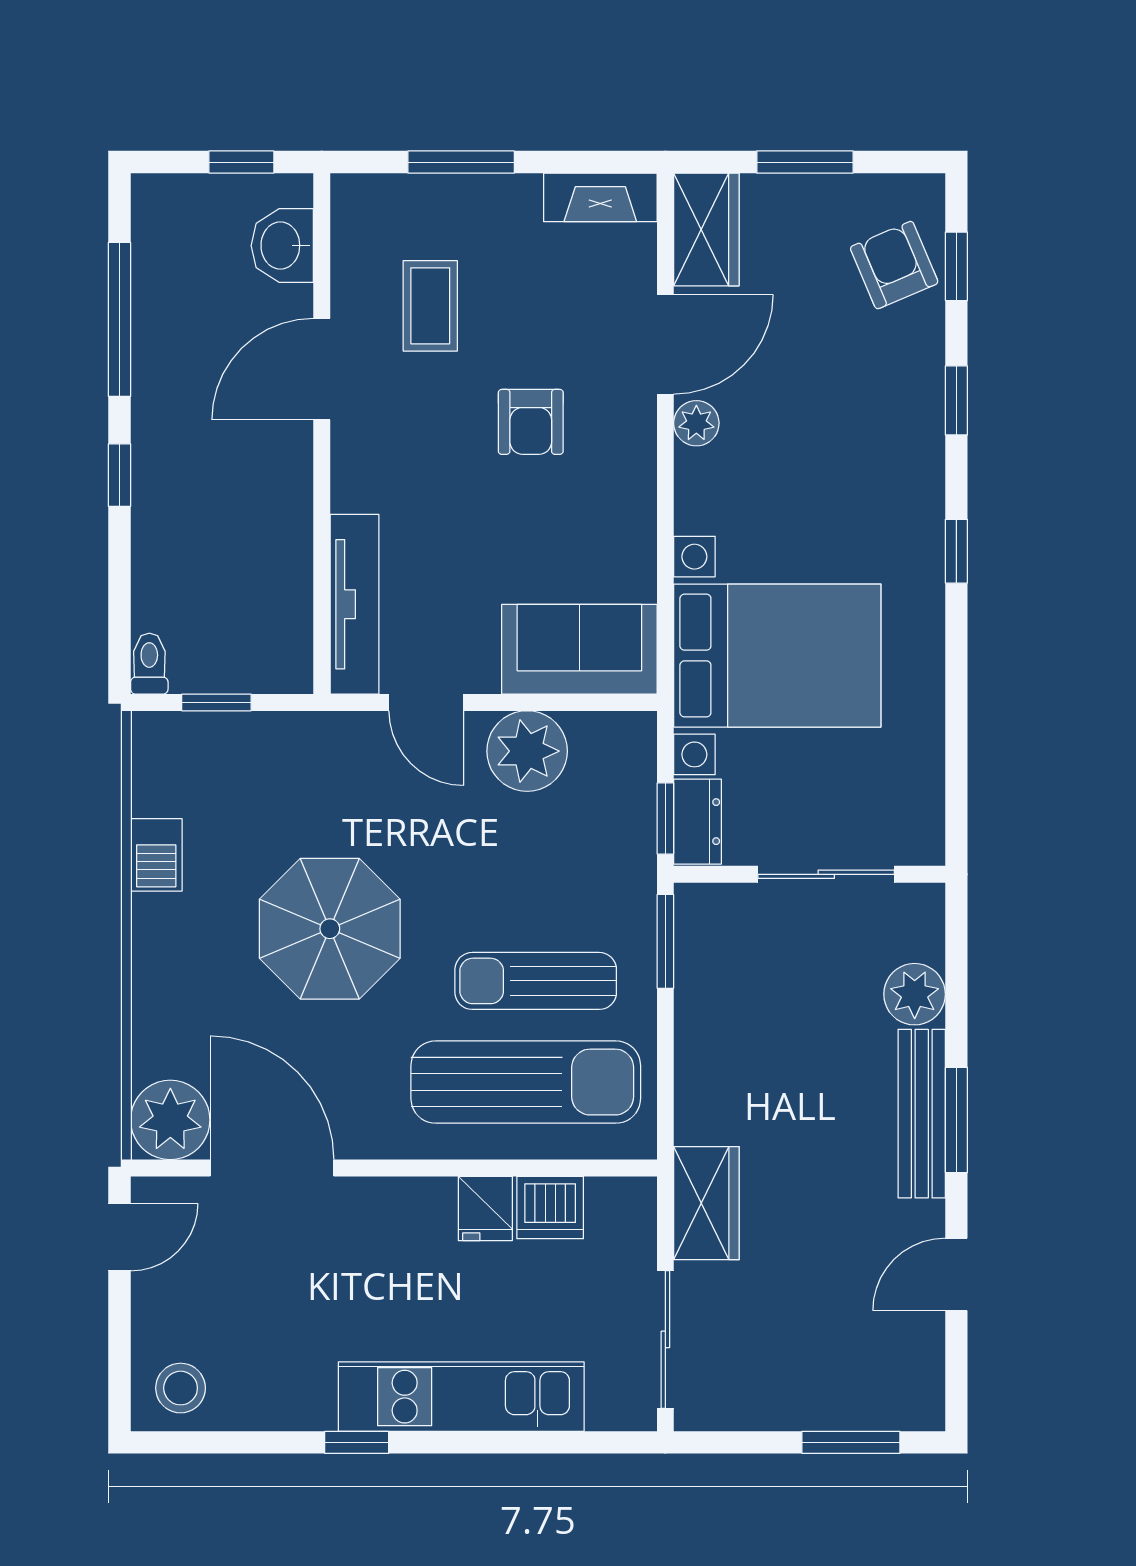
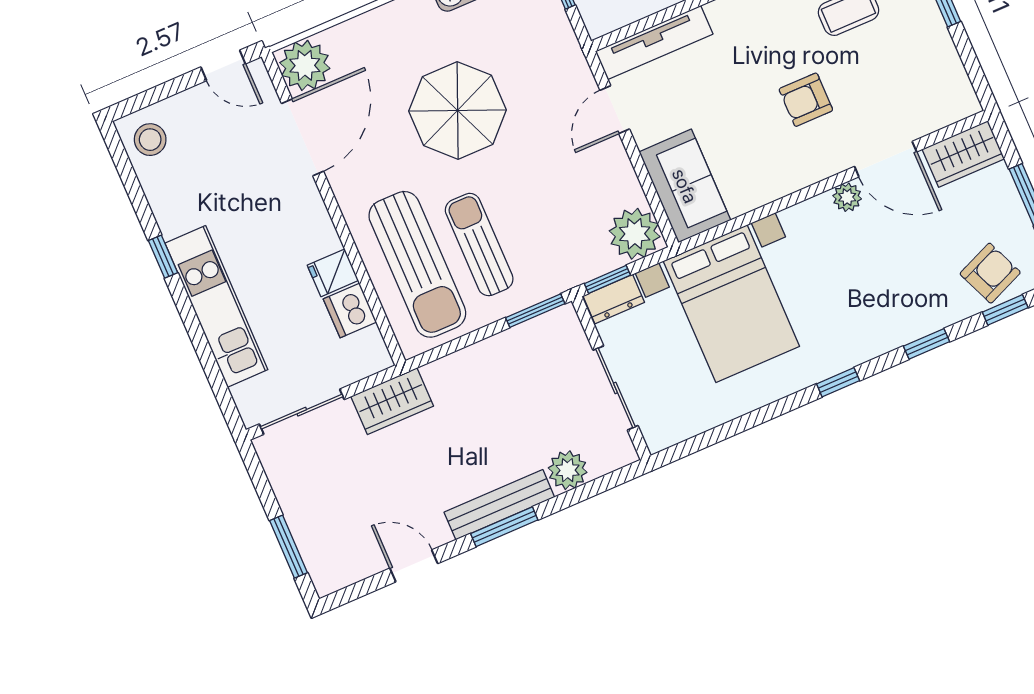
fireplace: (600, 197) -> (955, 84), removed
plant: (527, 751) -> (635, 234), moved

